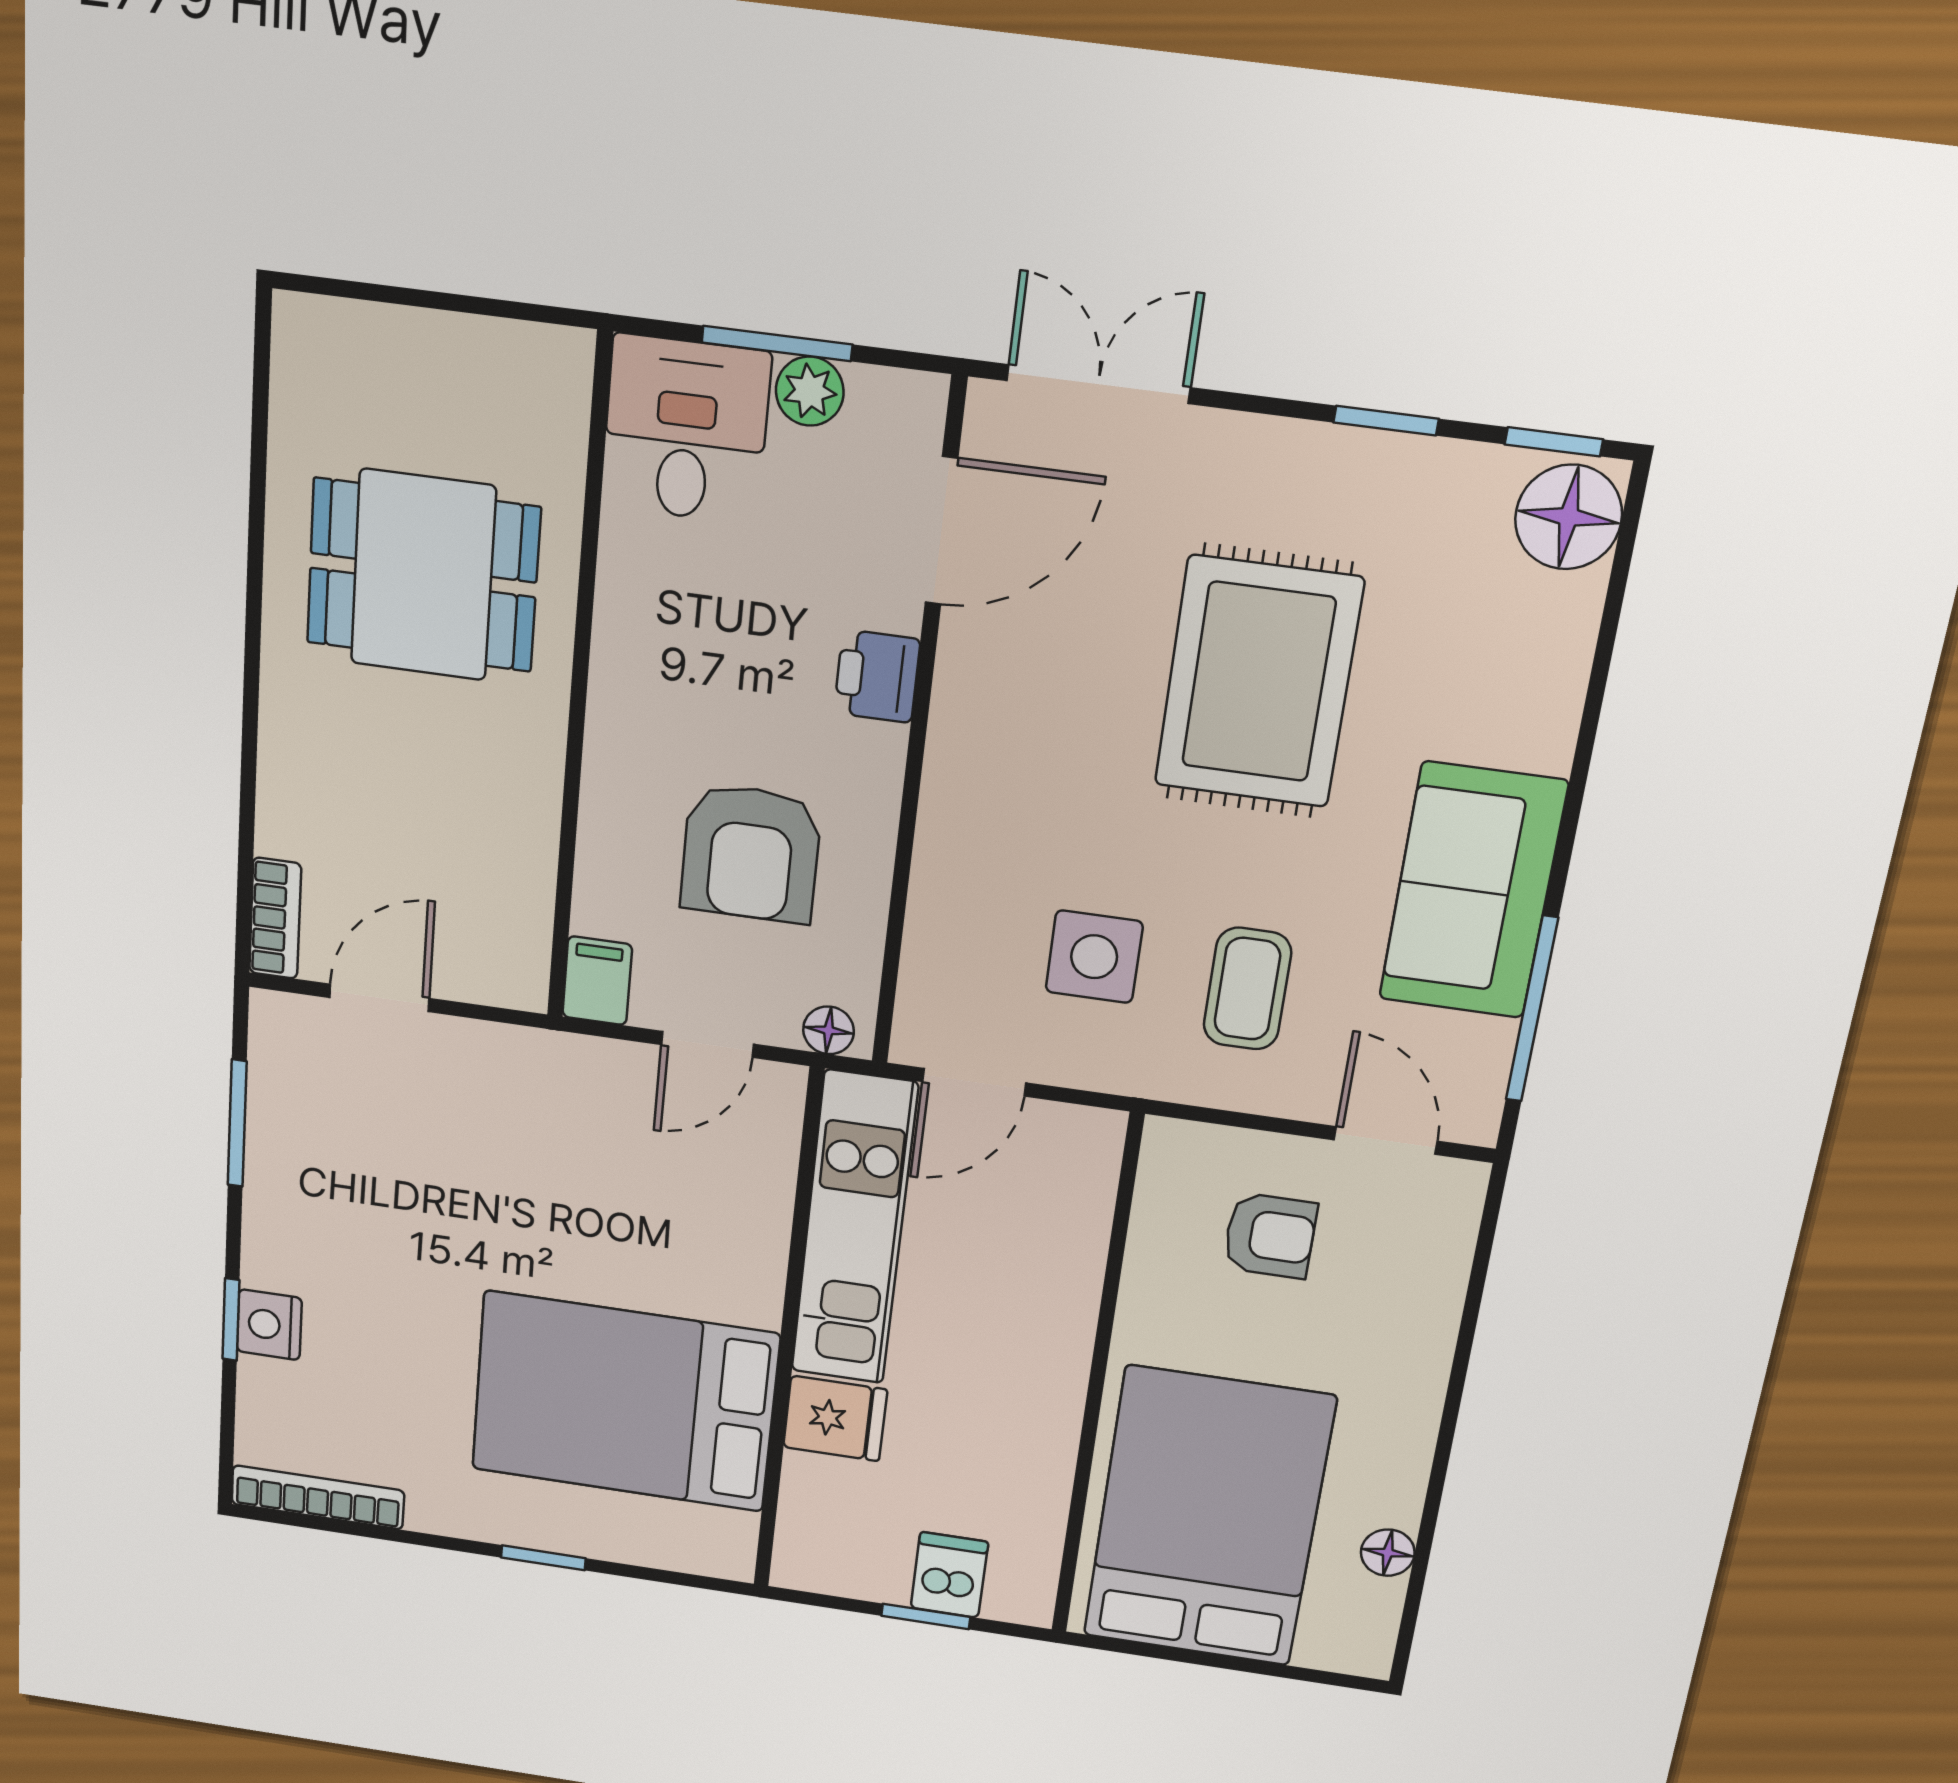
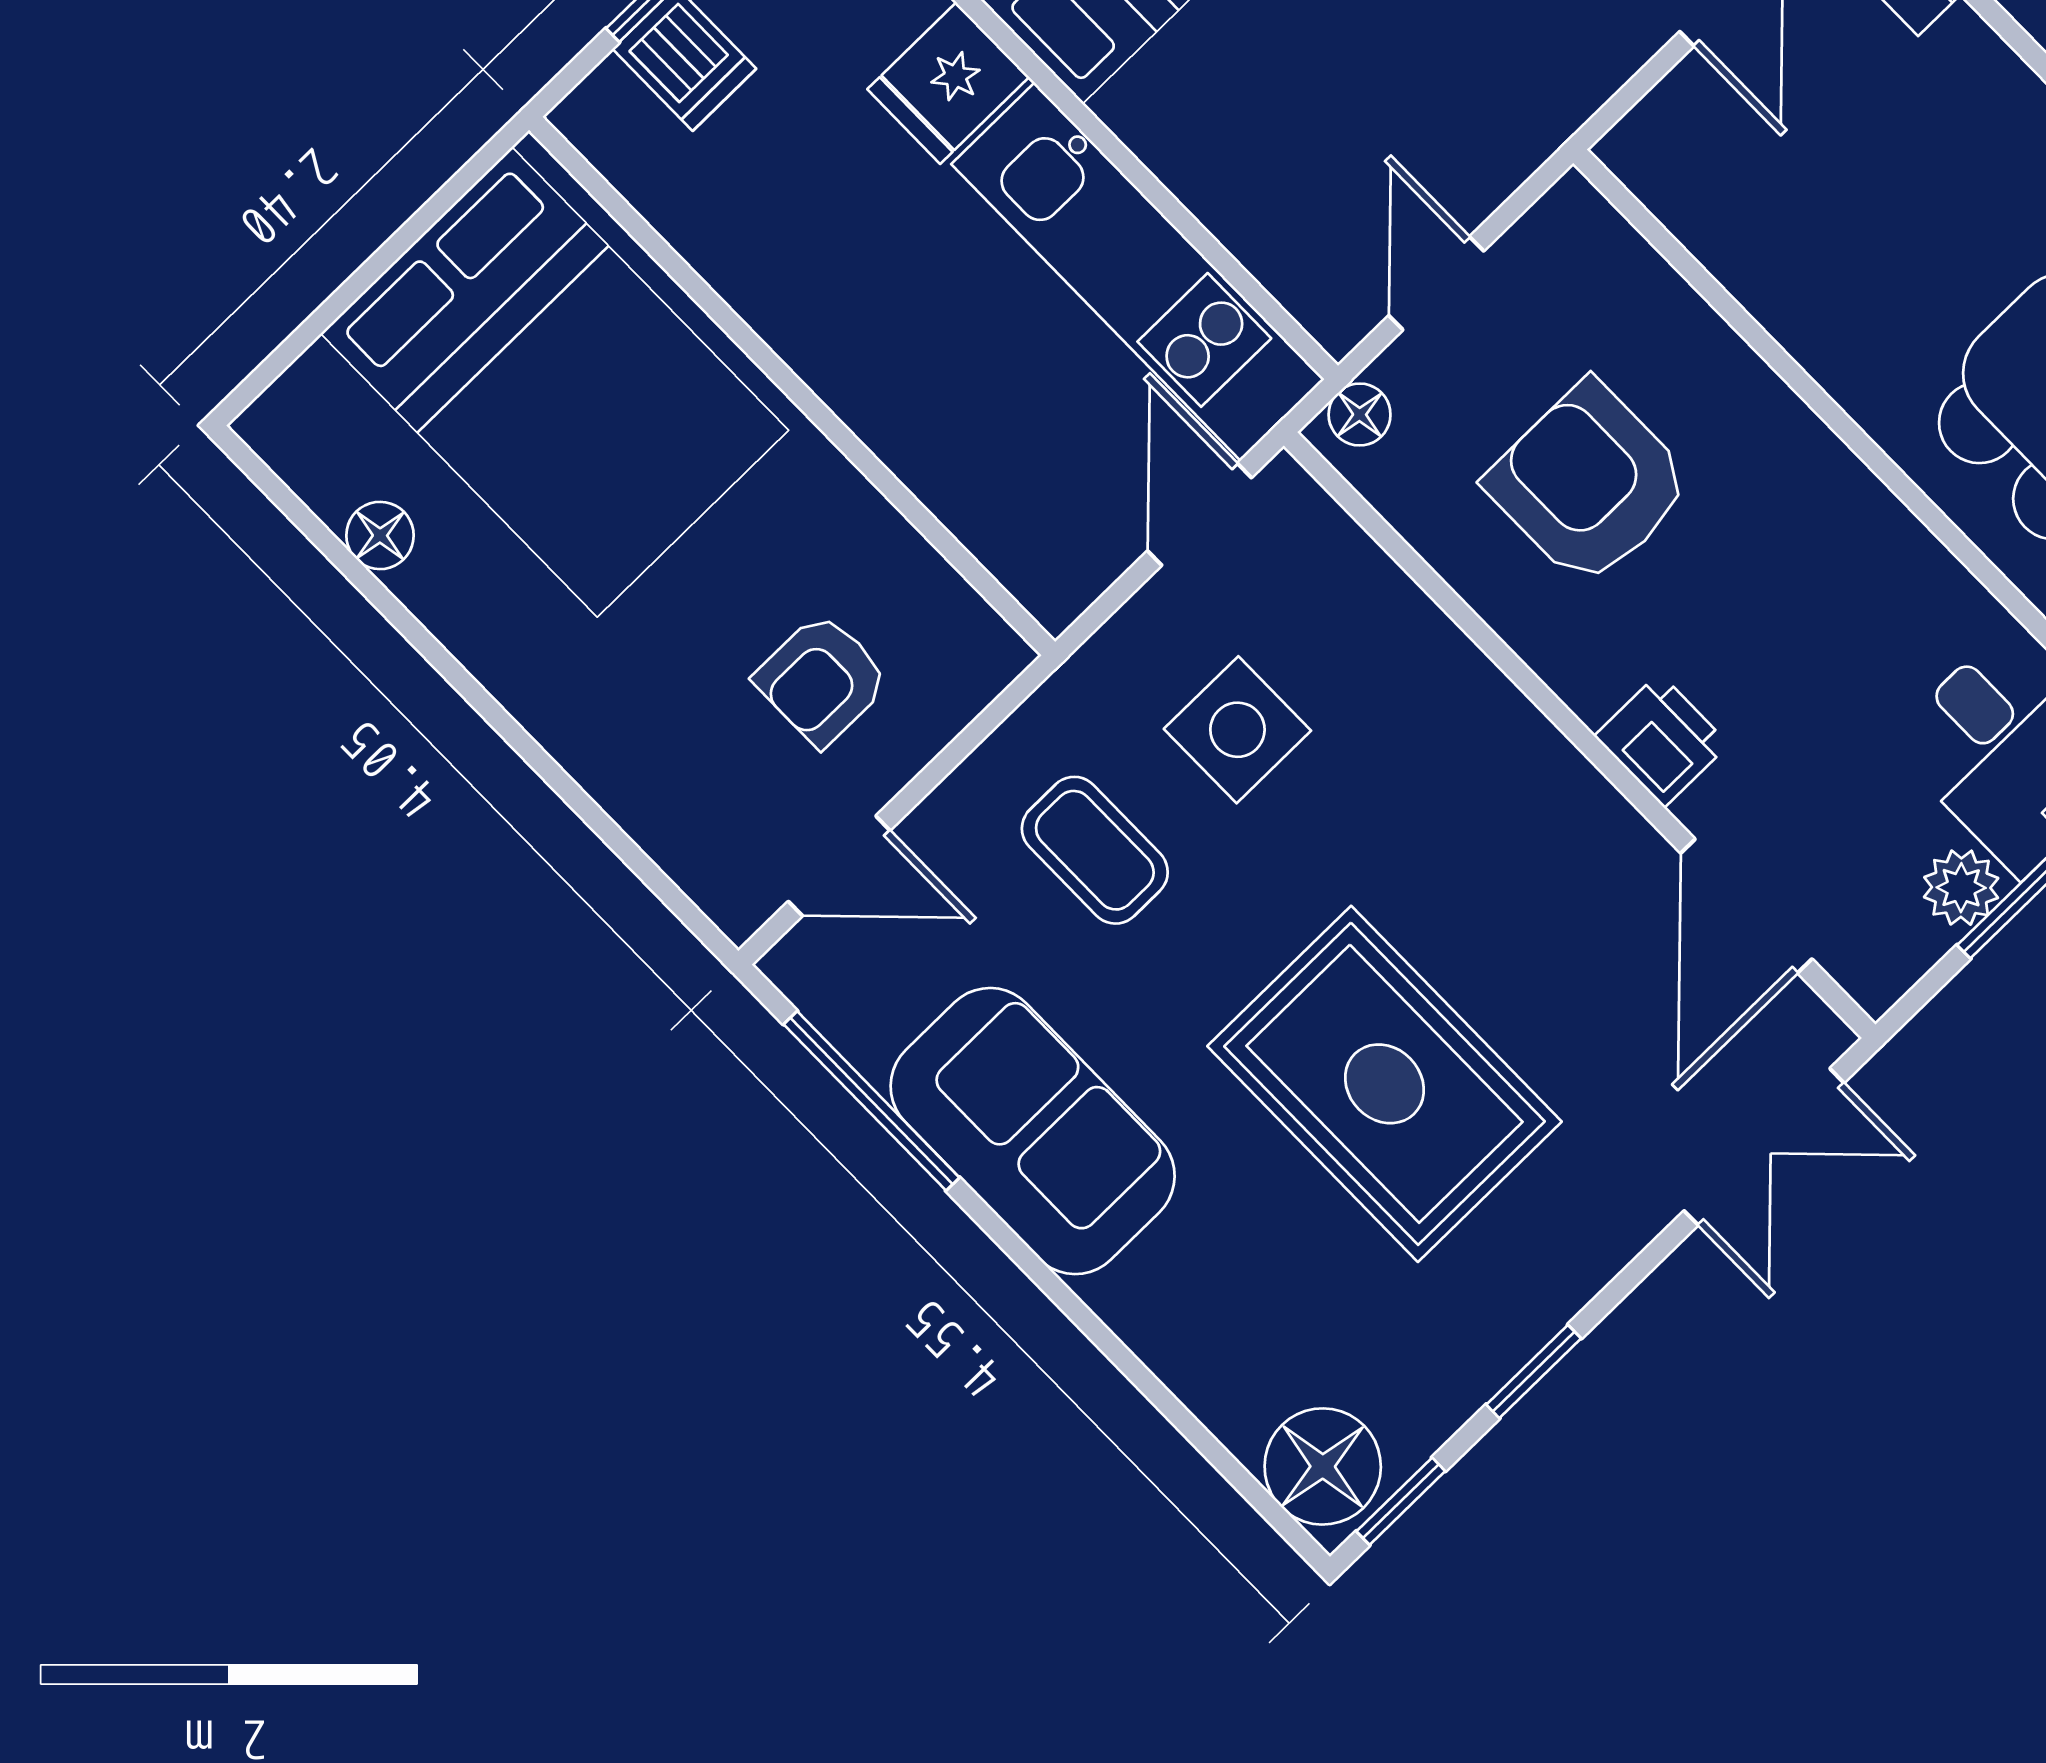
filing cabinet: (597, 981) -> (1582, 228), removed

